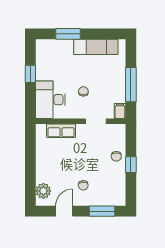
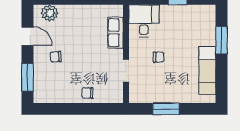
window: (131, 85) -> (166, 109), width x0.69
desk: (50, 100) -> (144, 21), width x0.73
filing cabinet: (120, 111) -> (137, 97), removed
window: (131, 165) -> (78, 109), removed

